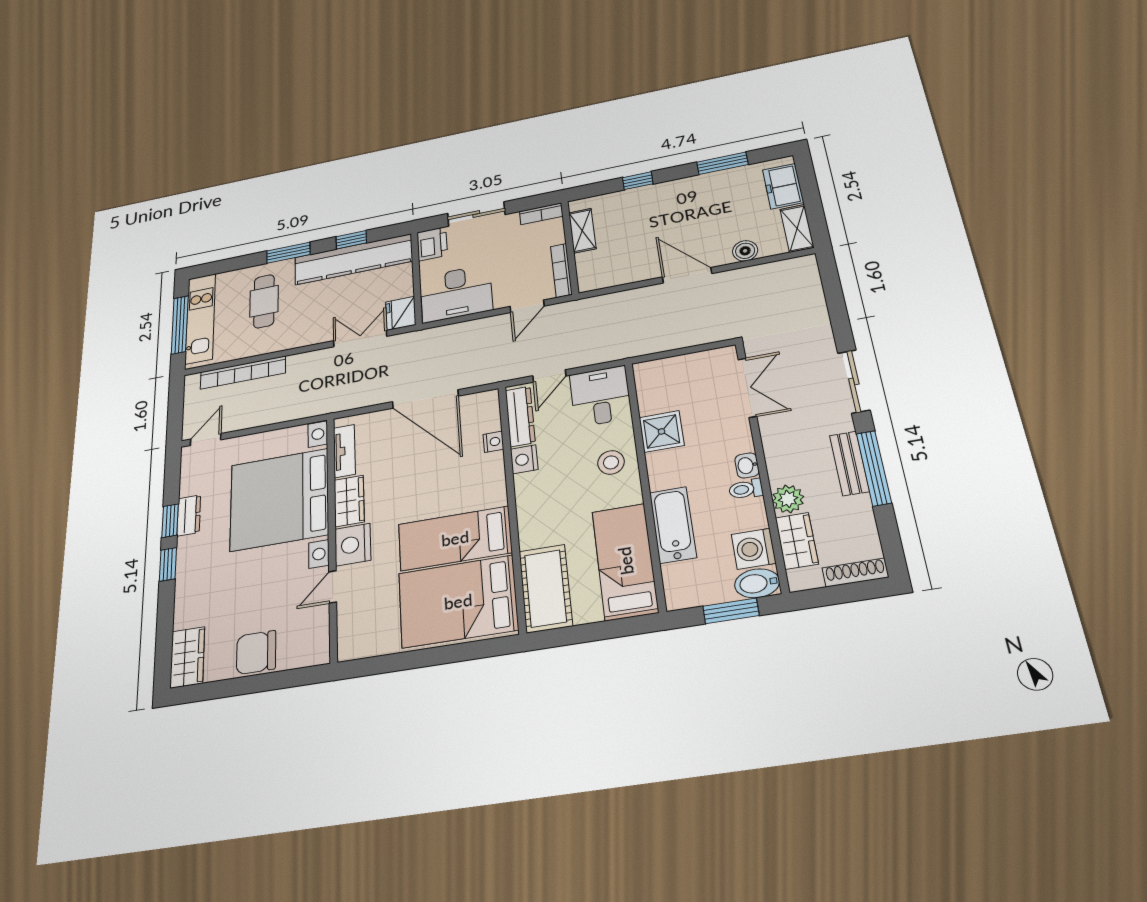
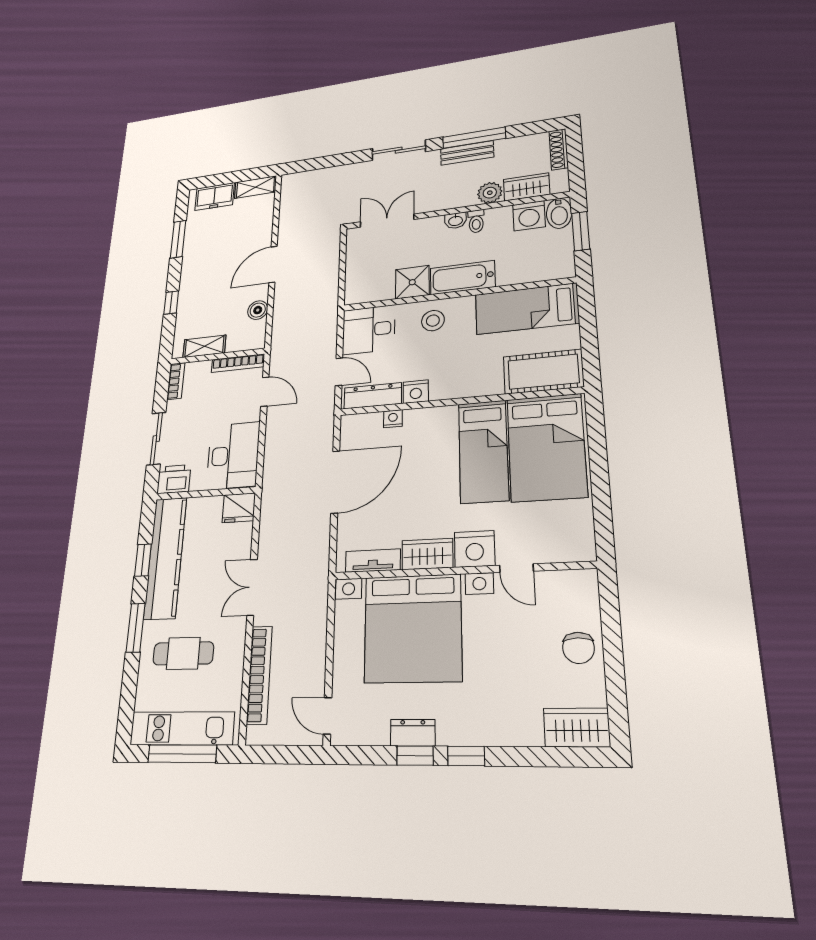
boiler: (745, 251) -> (258, 310), moved
double door: (360, 339) -> (252, 587), moved
bathtub: (673, 525) -> (463, 278), moved
chair: (256, 652) -> (578, 648), width x0.73, depth x0.73

